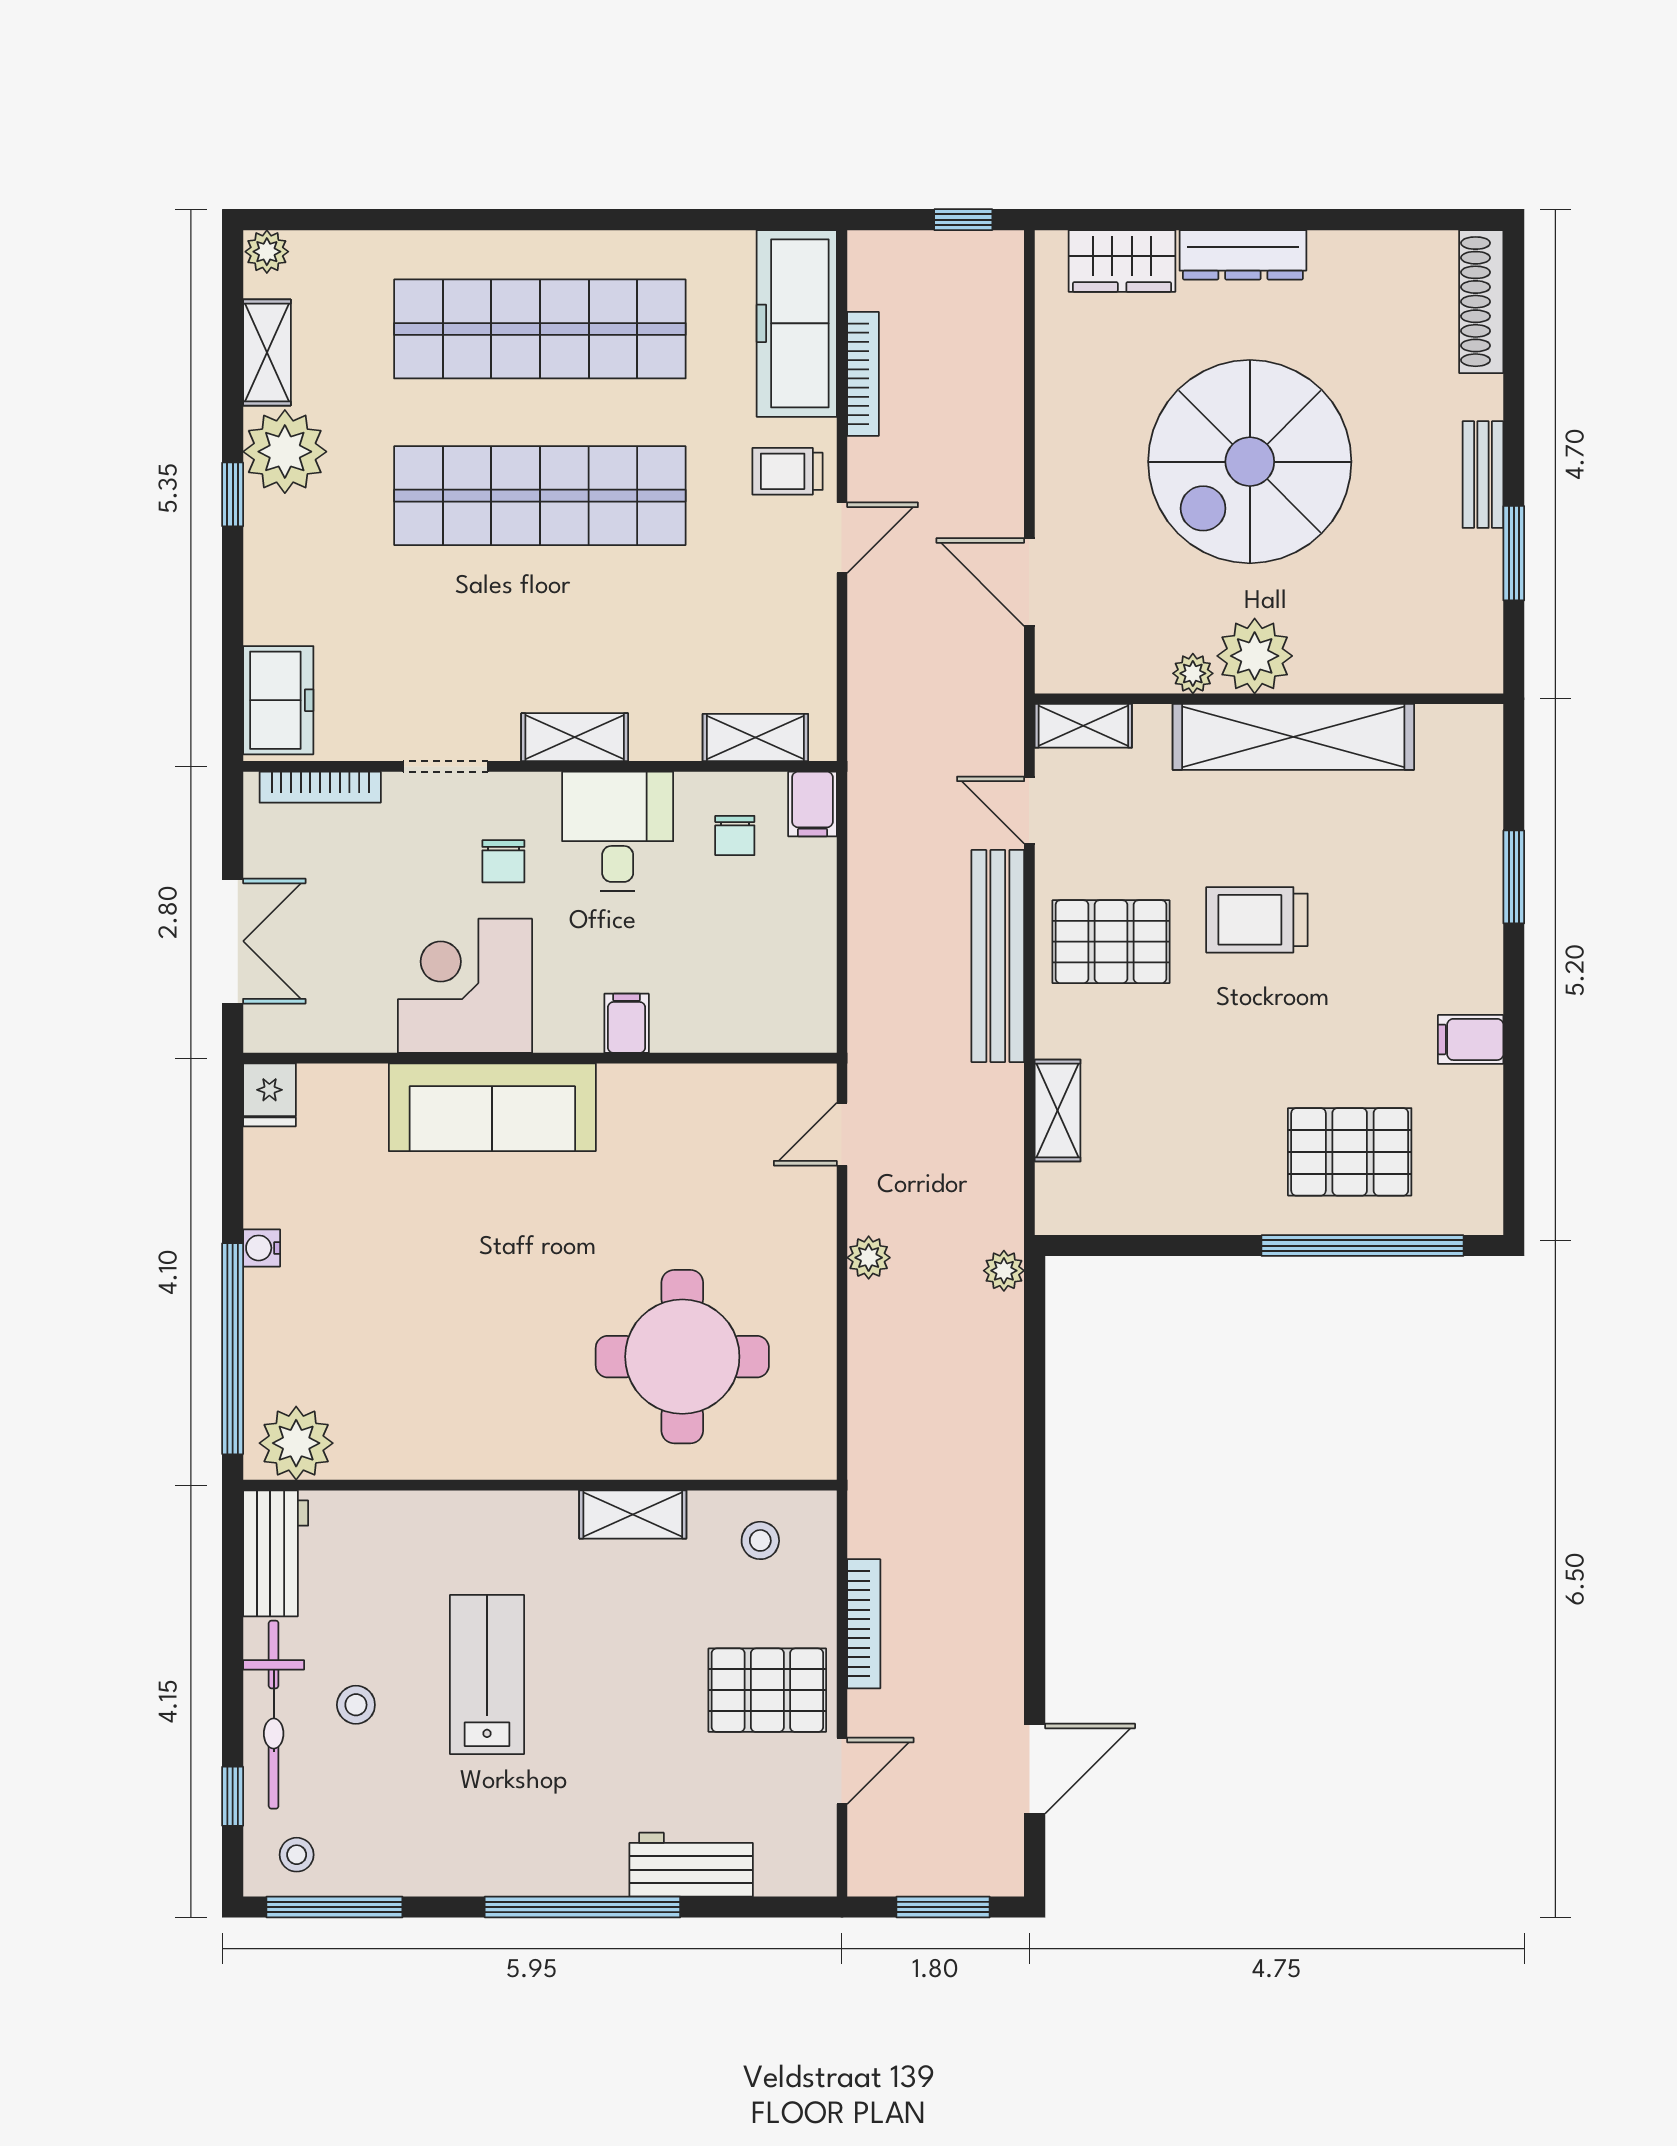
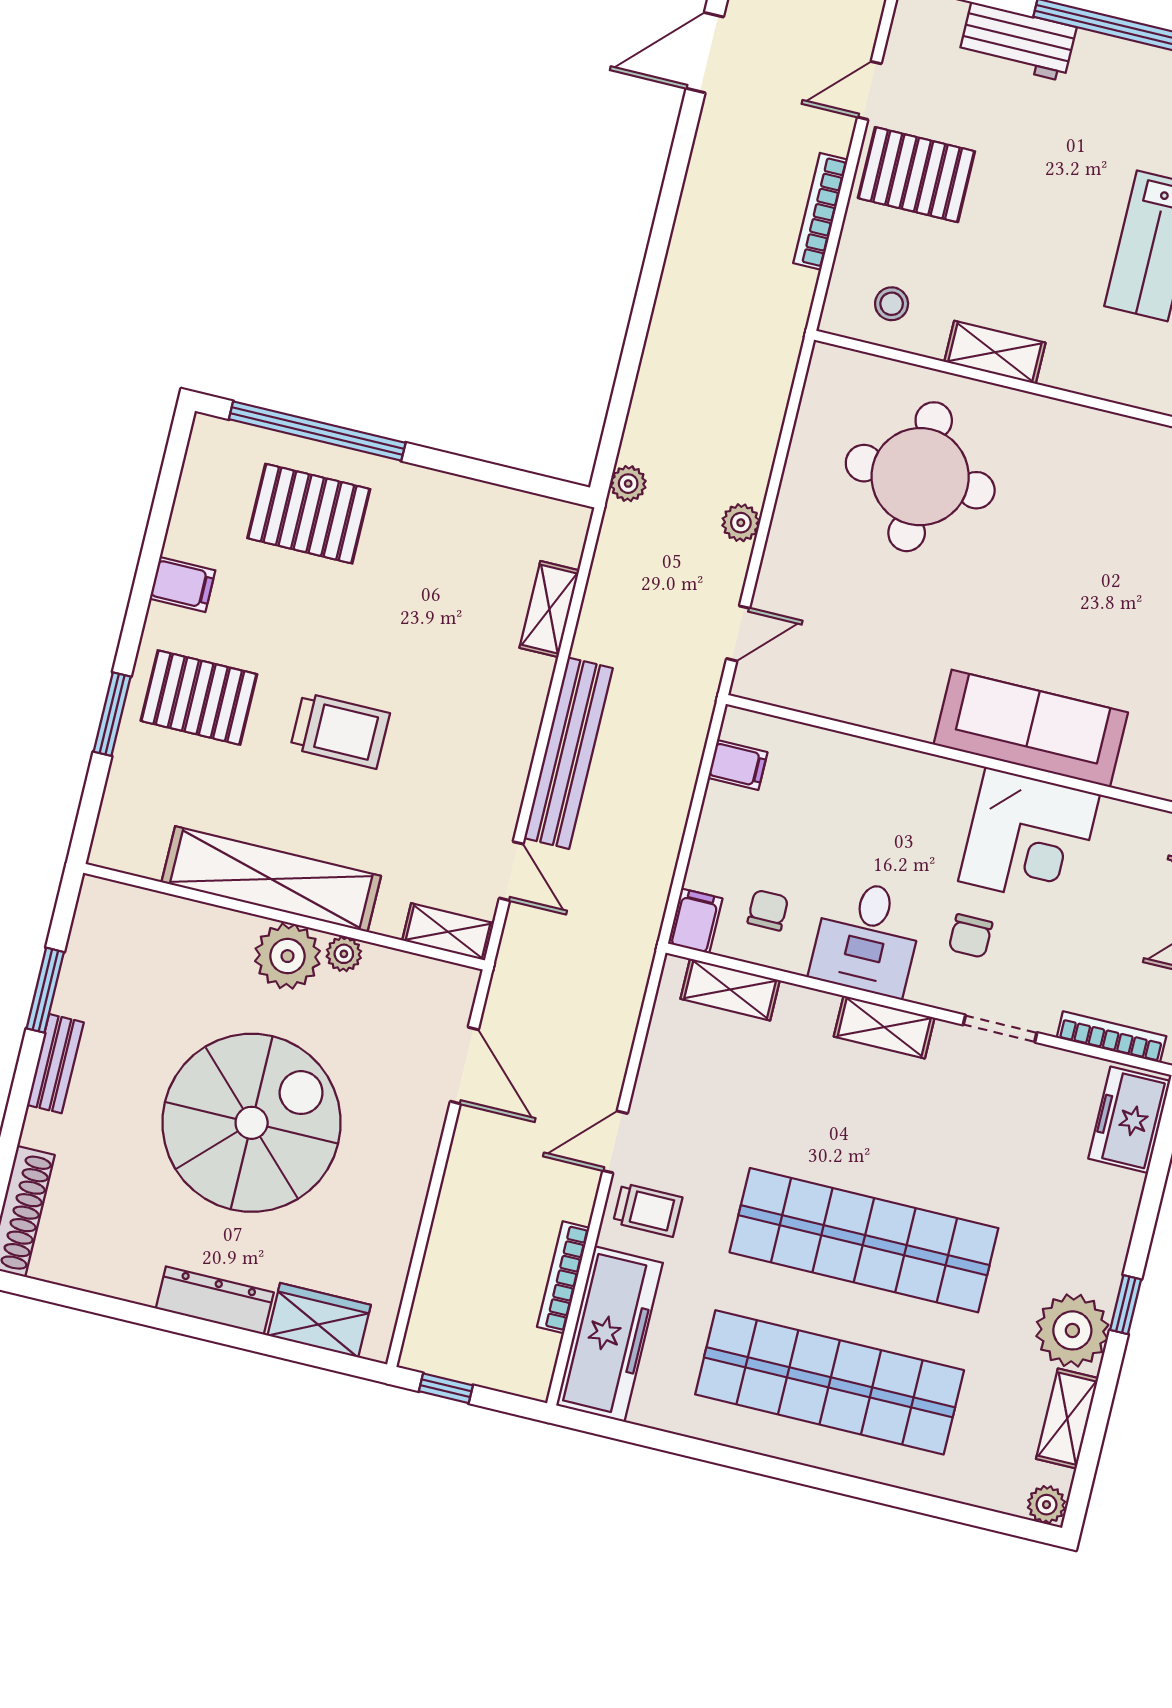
chair: (503, 861) -> (971, 936), turned 180
pallet: (1111, 942) -> (199, 698), moved
filing cabinet: (627, 1023) -> (738, 765), moved, turned -90

